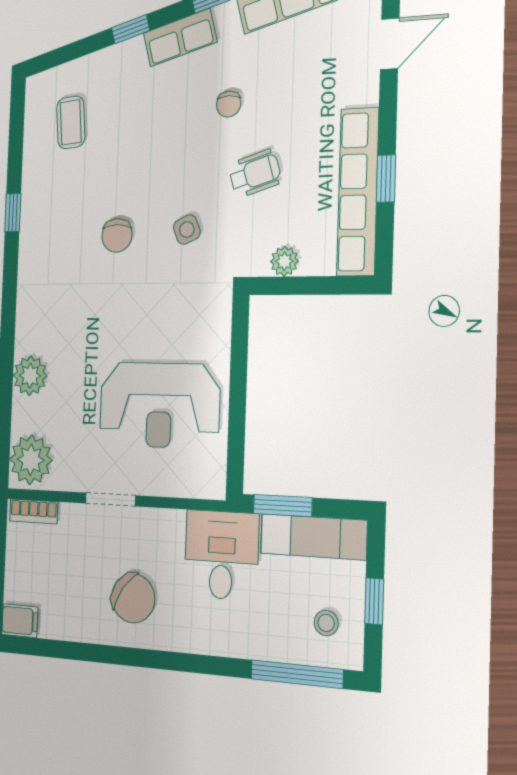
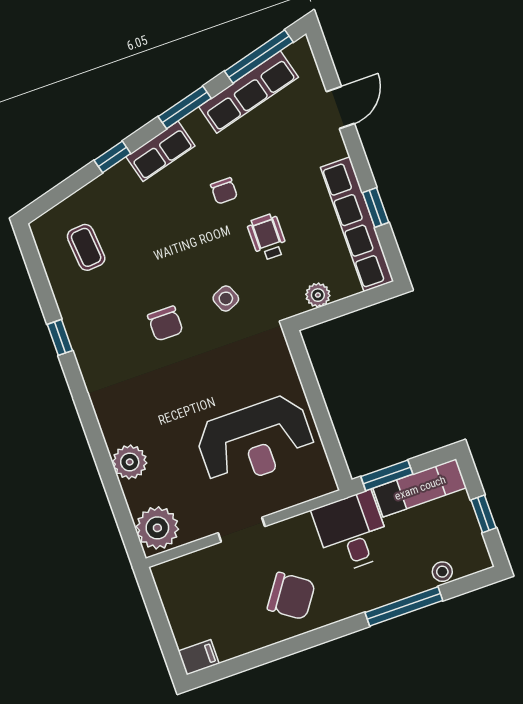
wheelchair: (255, 173) -> (267, 237), turned -73
bookcase: (34, 511) -> (177, 567), removed
stool: (326, 623) -> (442, 572), moved
window: (297, 674) -> (404, 606), moved

